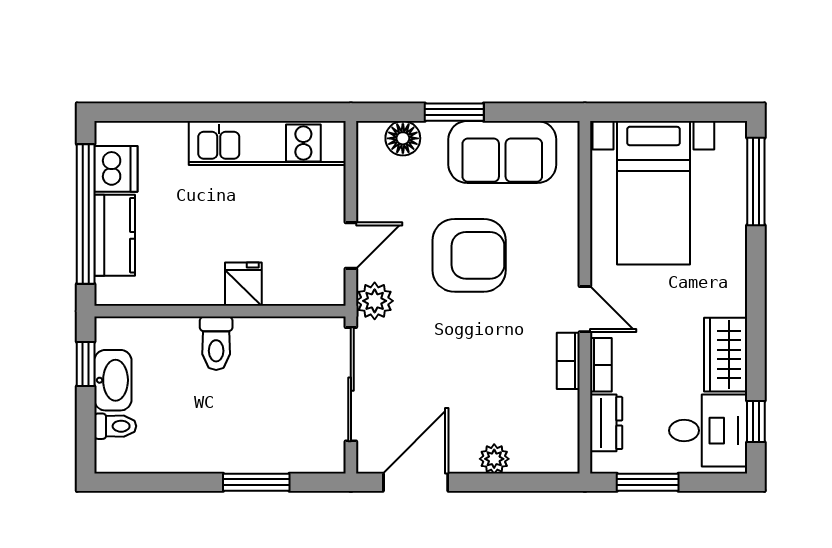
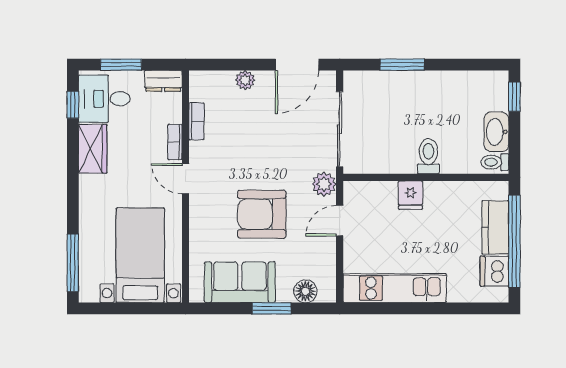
bookcase: (568, 361) -> (196, 121), moved
window: (86, 364) -> (514, 97), moved
dresser: (606, 423) -> (163, 81), moved, turned -90
toilet: (115, 426) -> (495, 162), moved
window: (648, 482) -> (121, 65), moved

